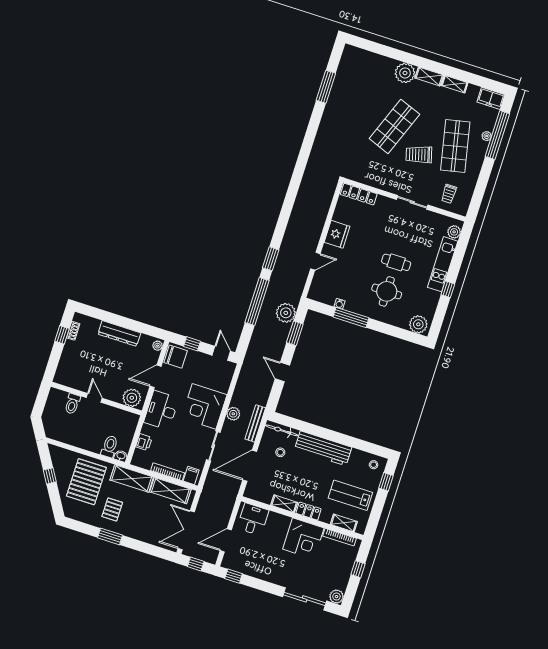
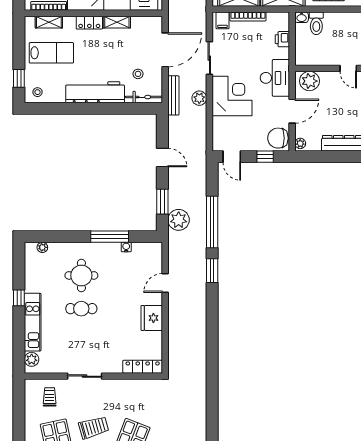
plant: (418, 324) -> (42, 247), width x0.53, depth x0.53

